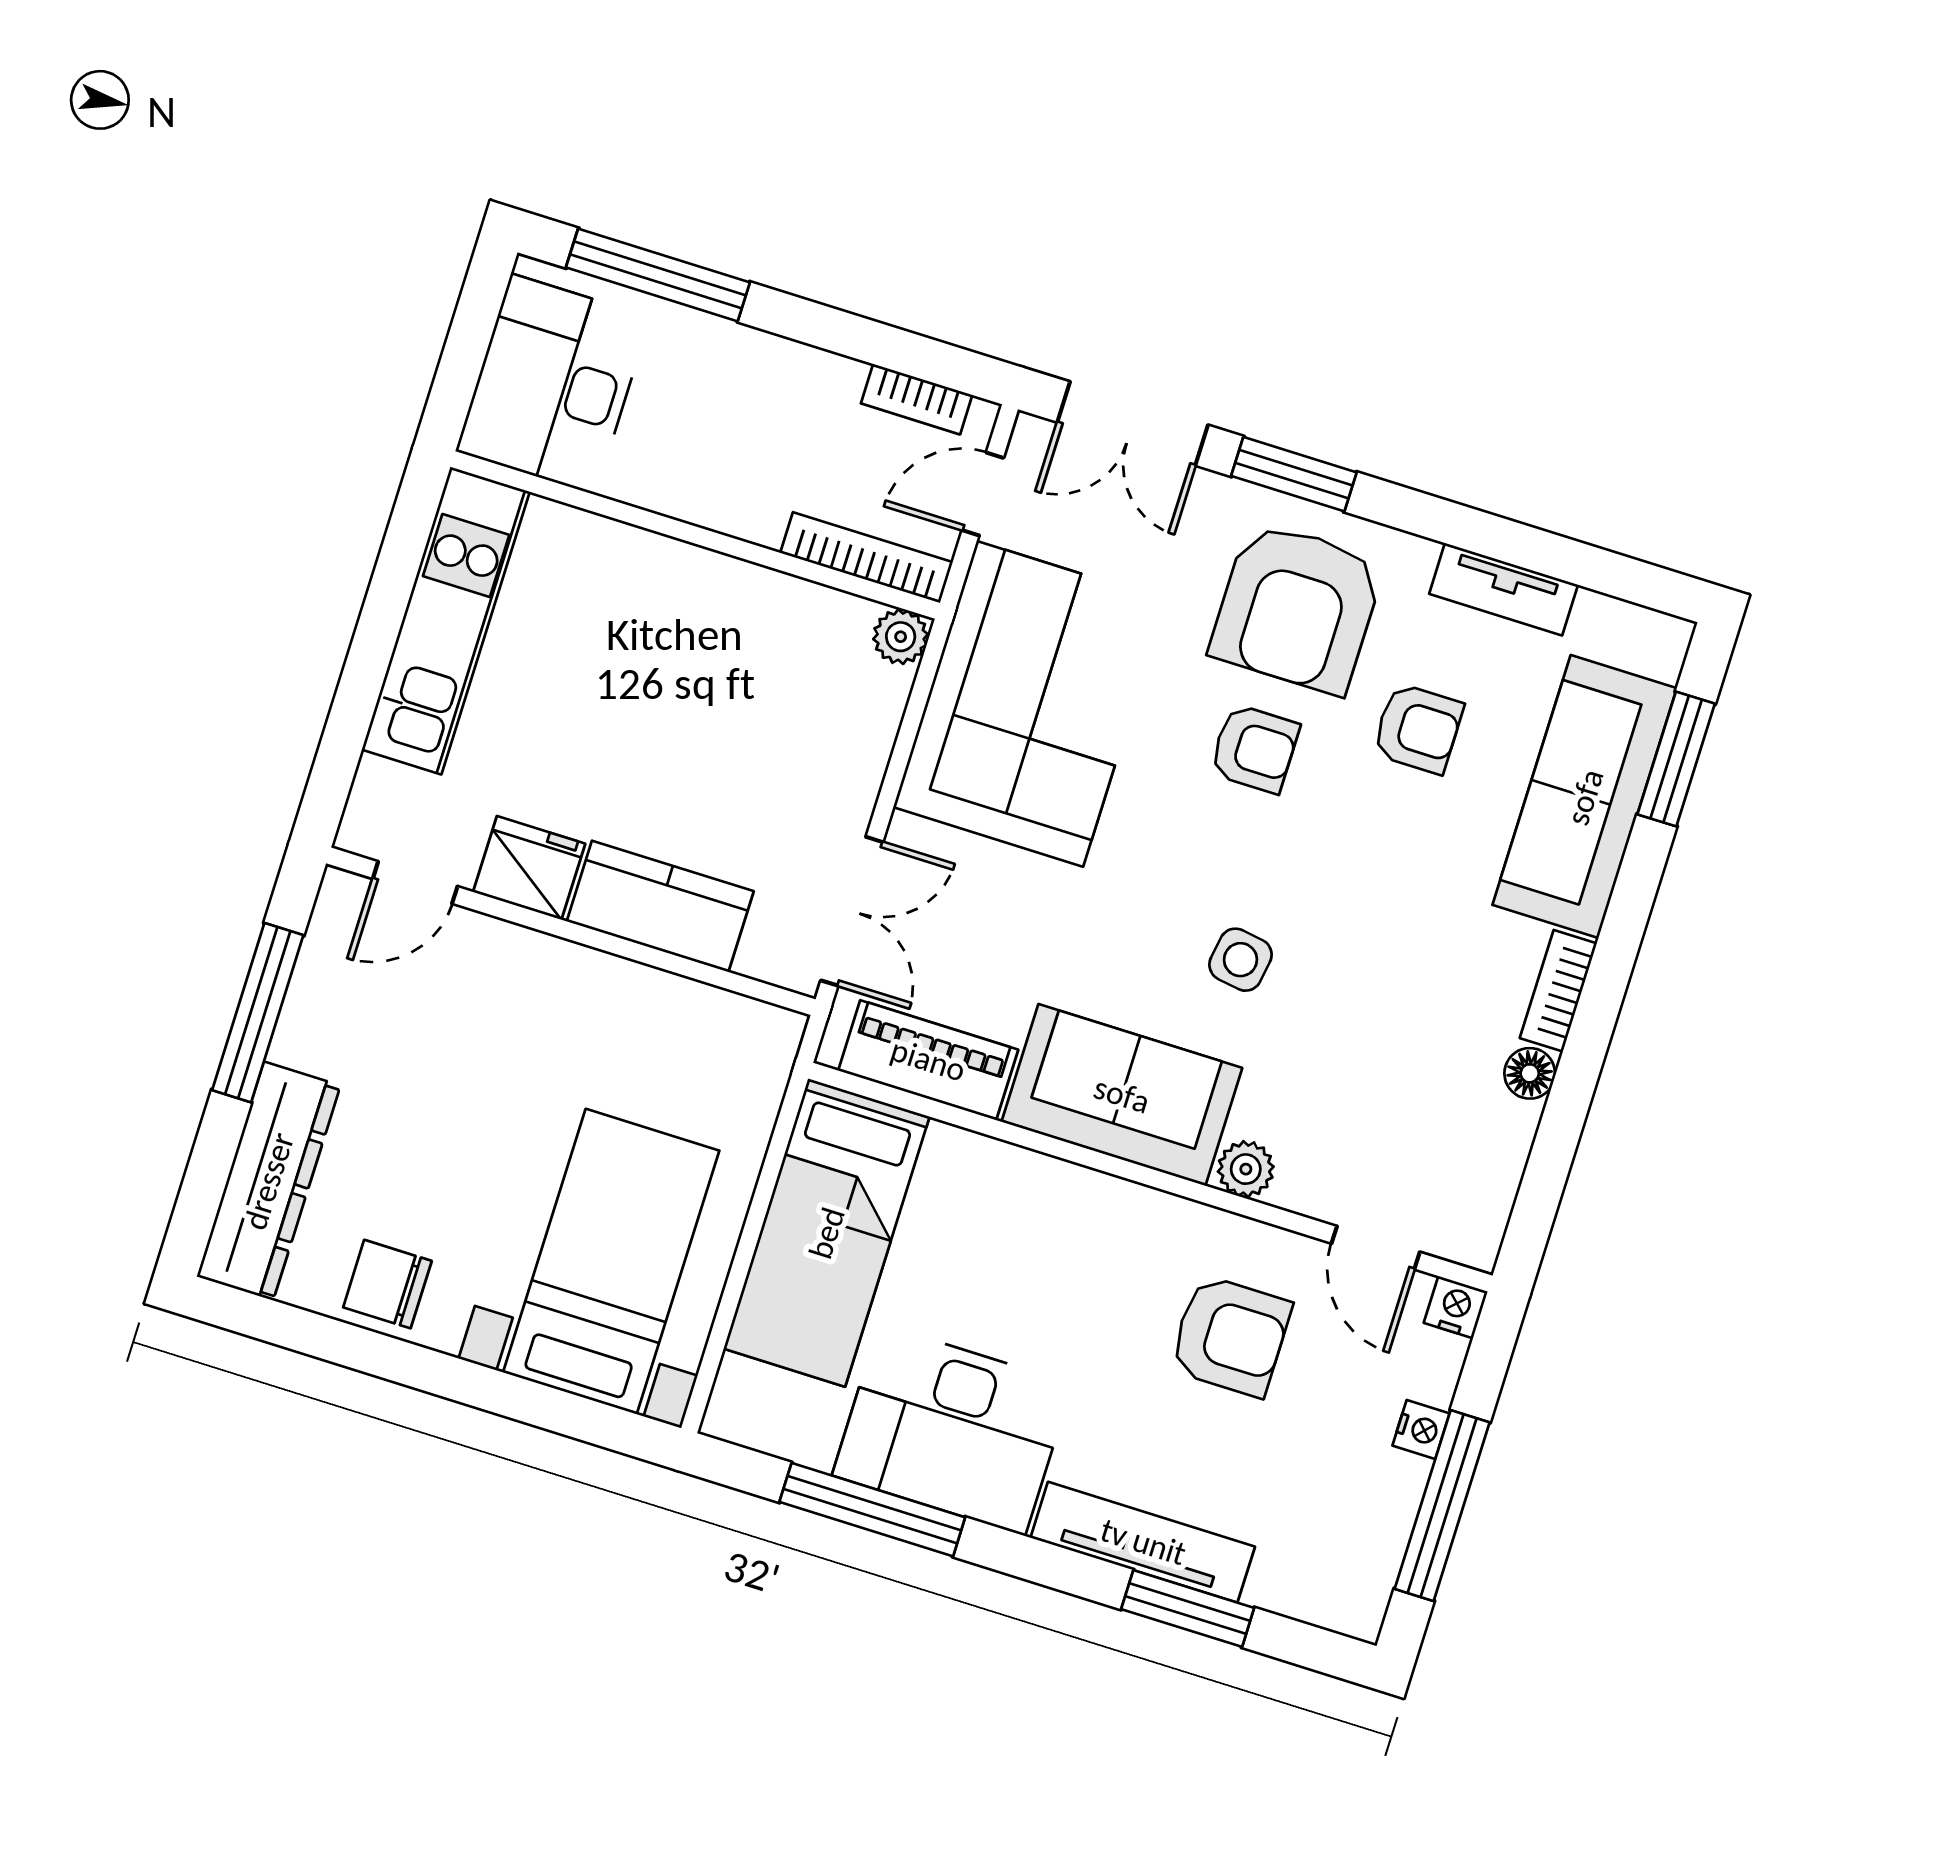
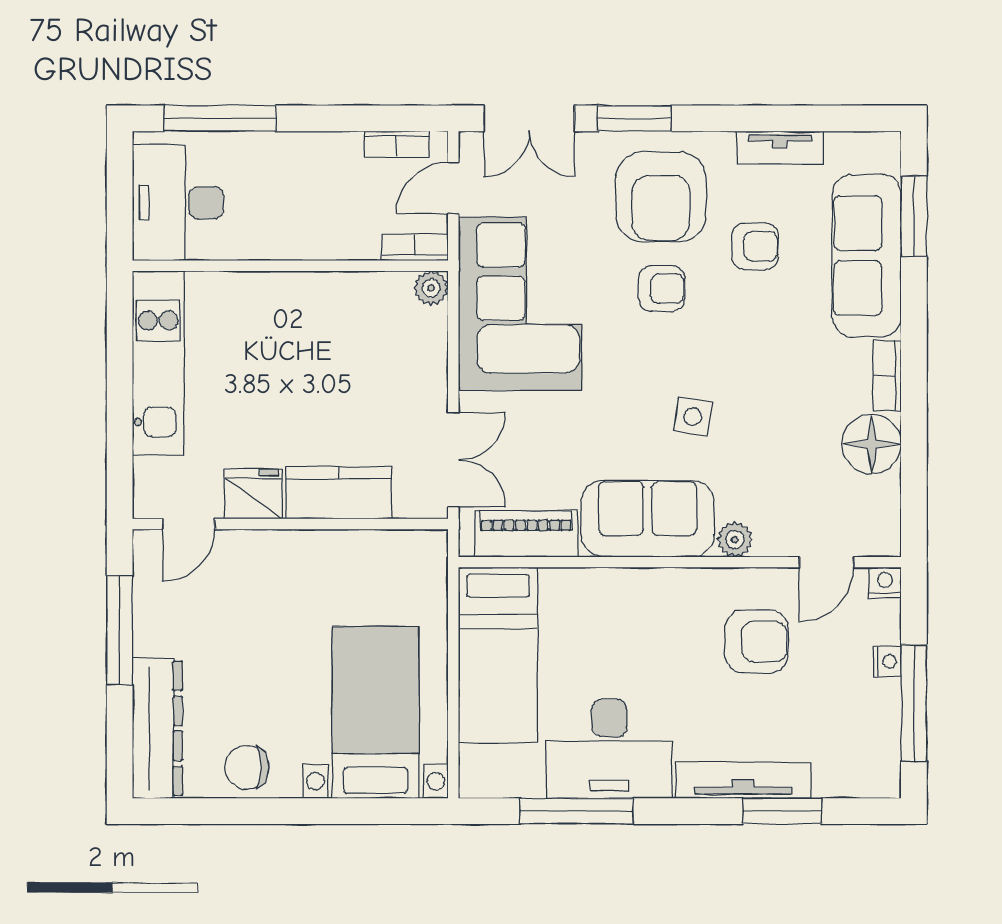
bookcase: (866, 558) -> (415, 247), width x0.64
floor lamp: (1530, 1073) -> (872, 444), width x1.89, depth x1.89
door: (1376, 1248) -> (827, 562), hinge flipped

